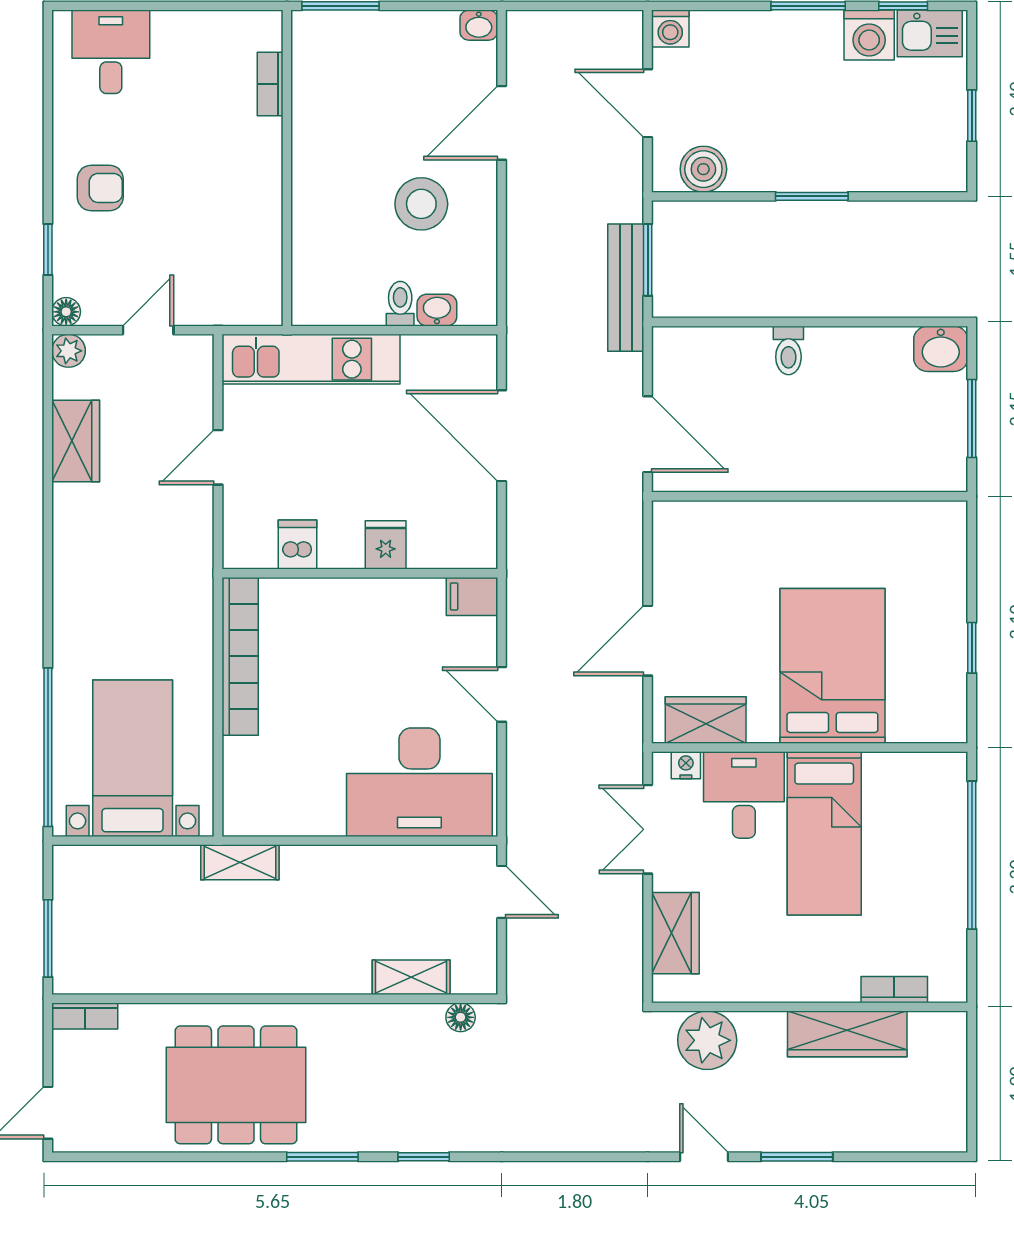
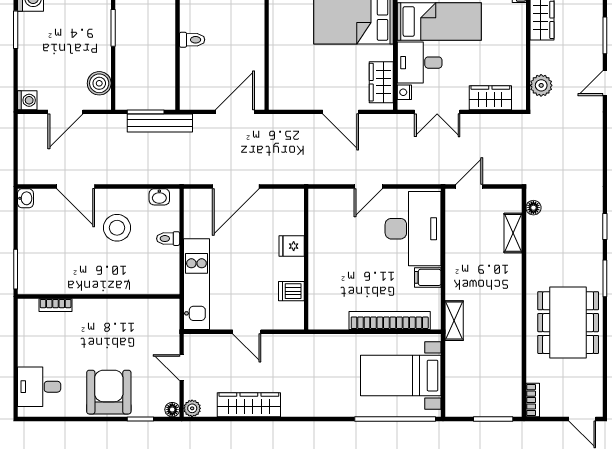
armchair: (100, 188) -> (109, 392), width x1.88, depth x1.88
washbasin: (437, 310) -> (159, 197), moved, turned -90
wardrobe: (76, 441) -> (249, 405), width x1.50
filing cabinet: (472, 596) -> (428, 277), moved, turned 90
bookcase: (240, 656) -> (390, 321), moved
plant: (707, 1040) -> (541, 85), width x0.73, depth x0.73

